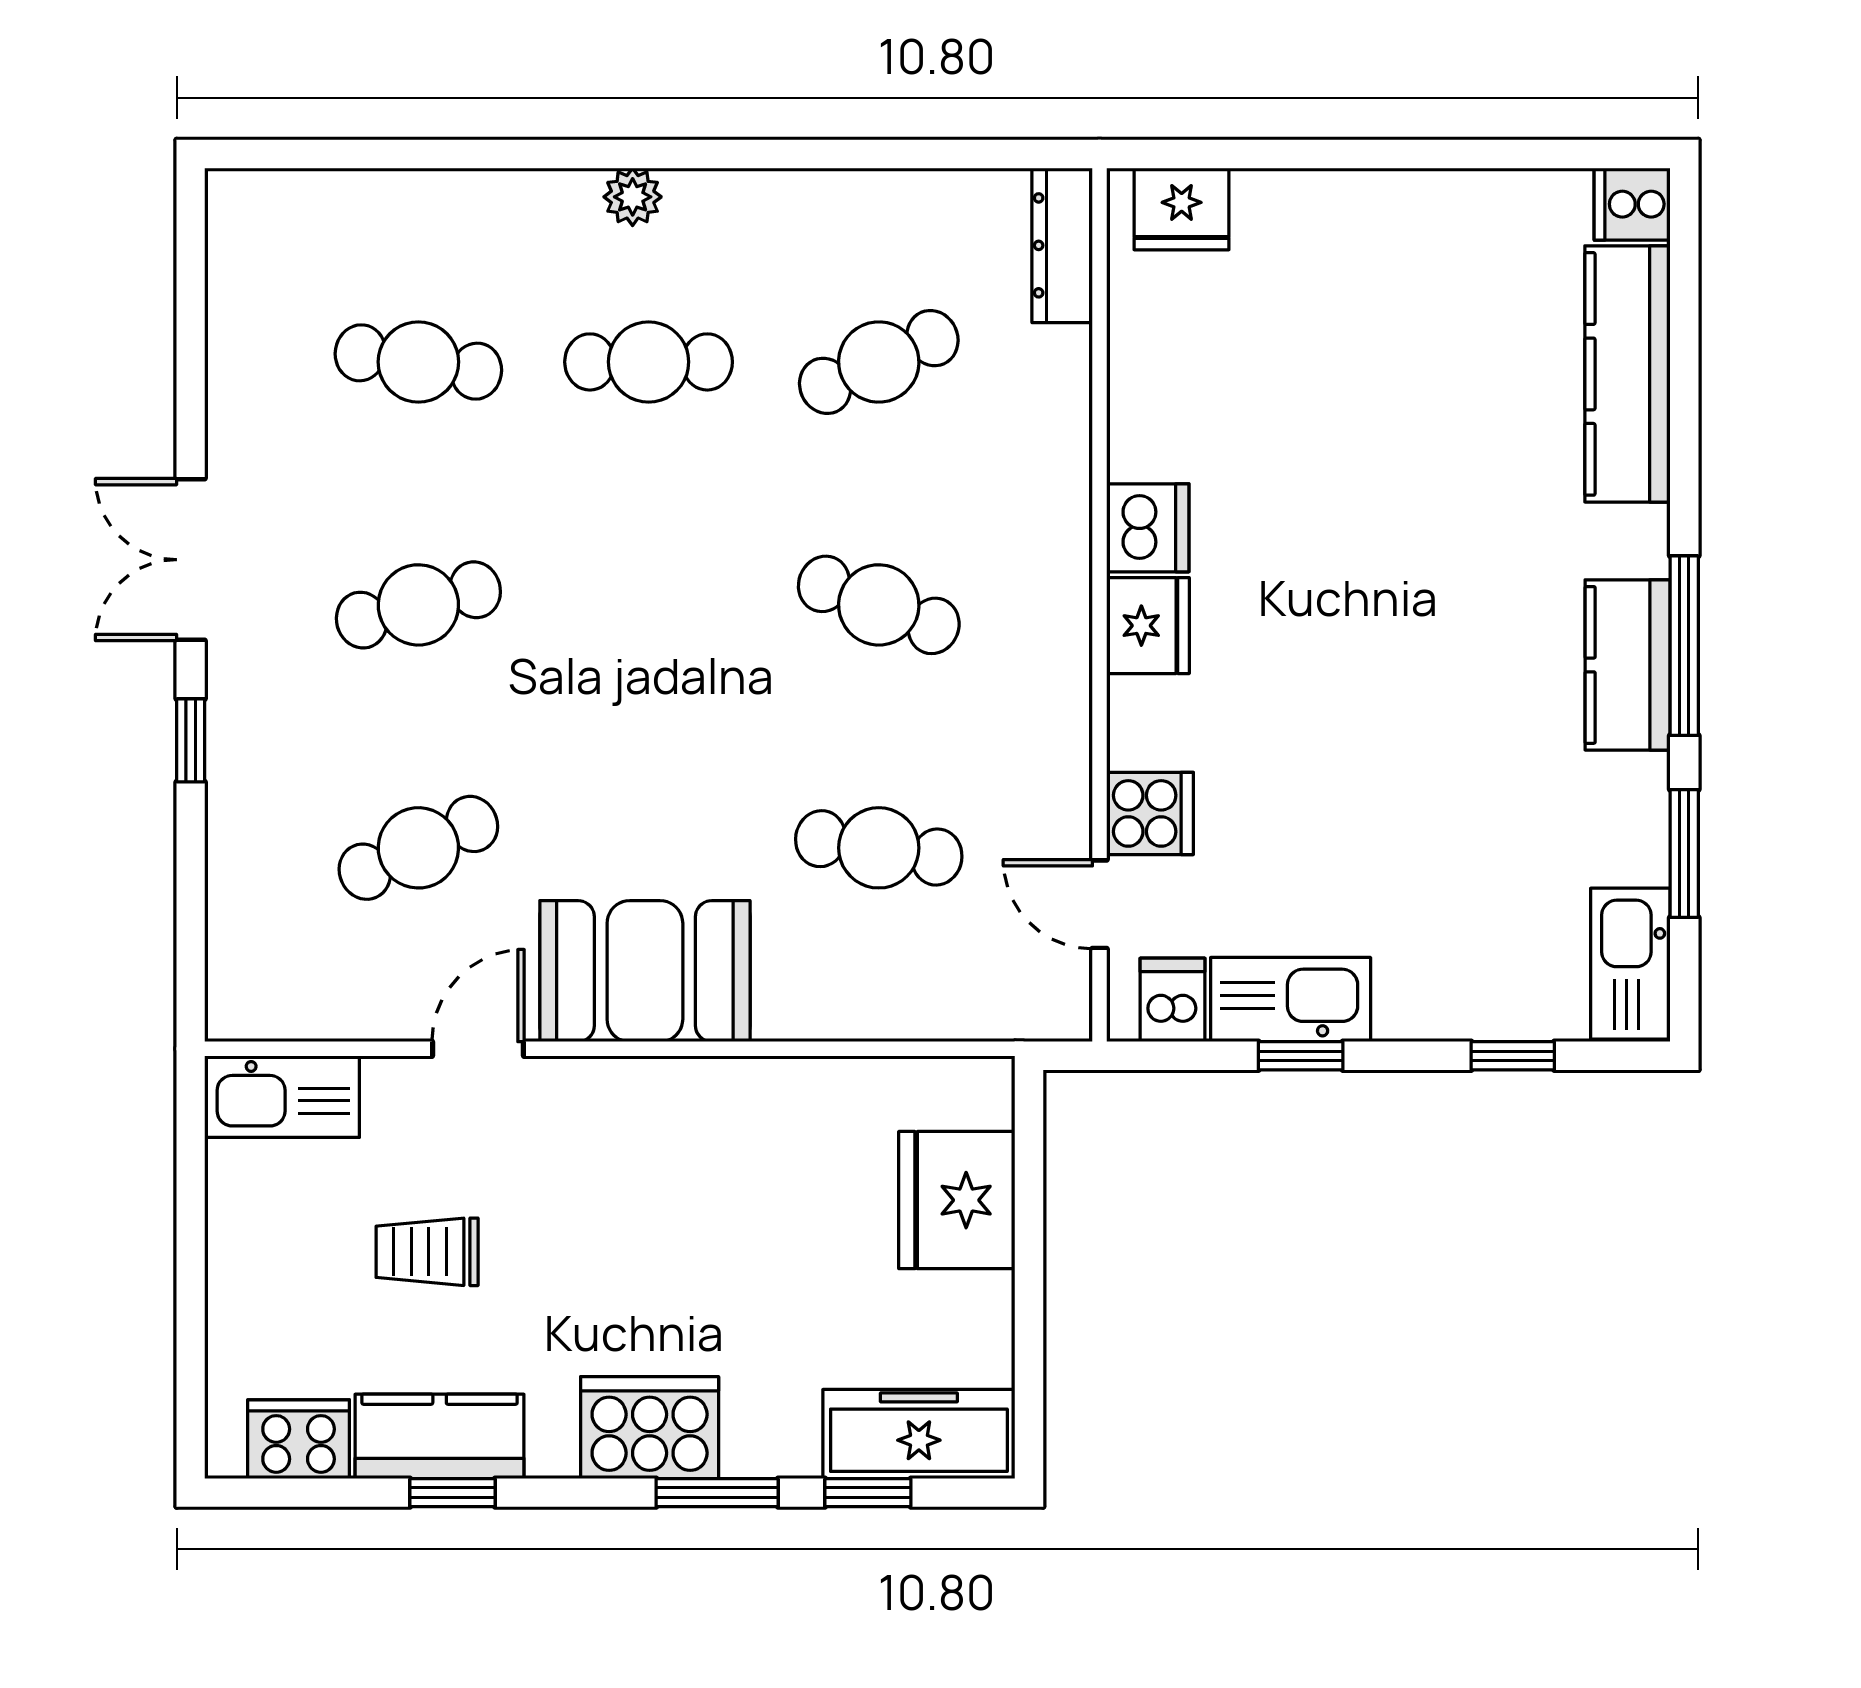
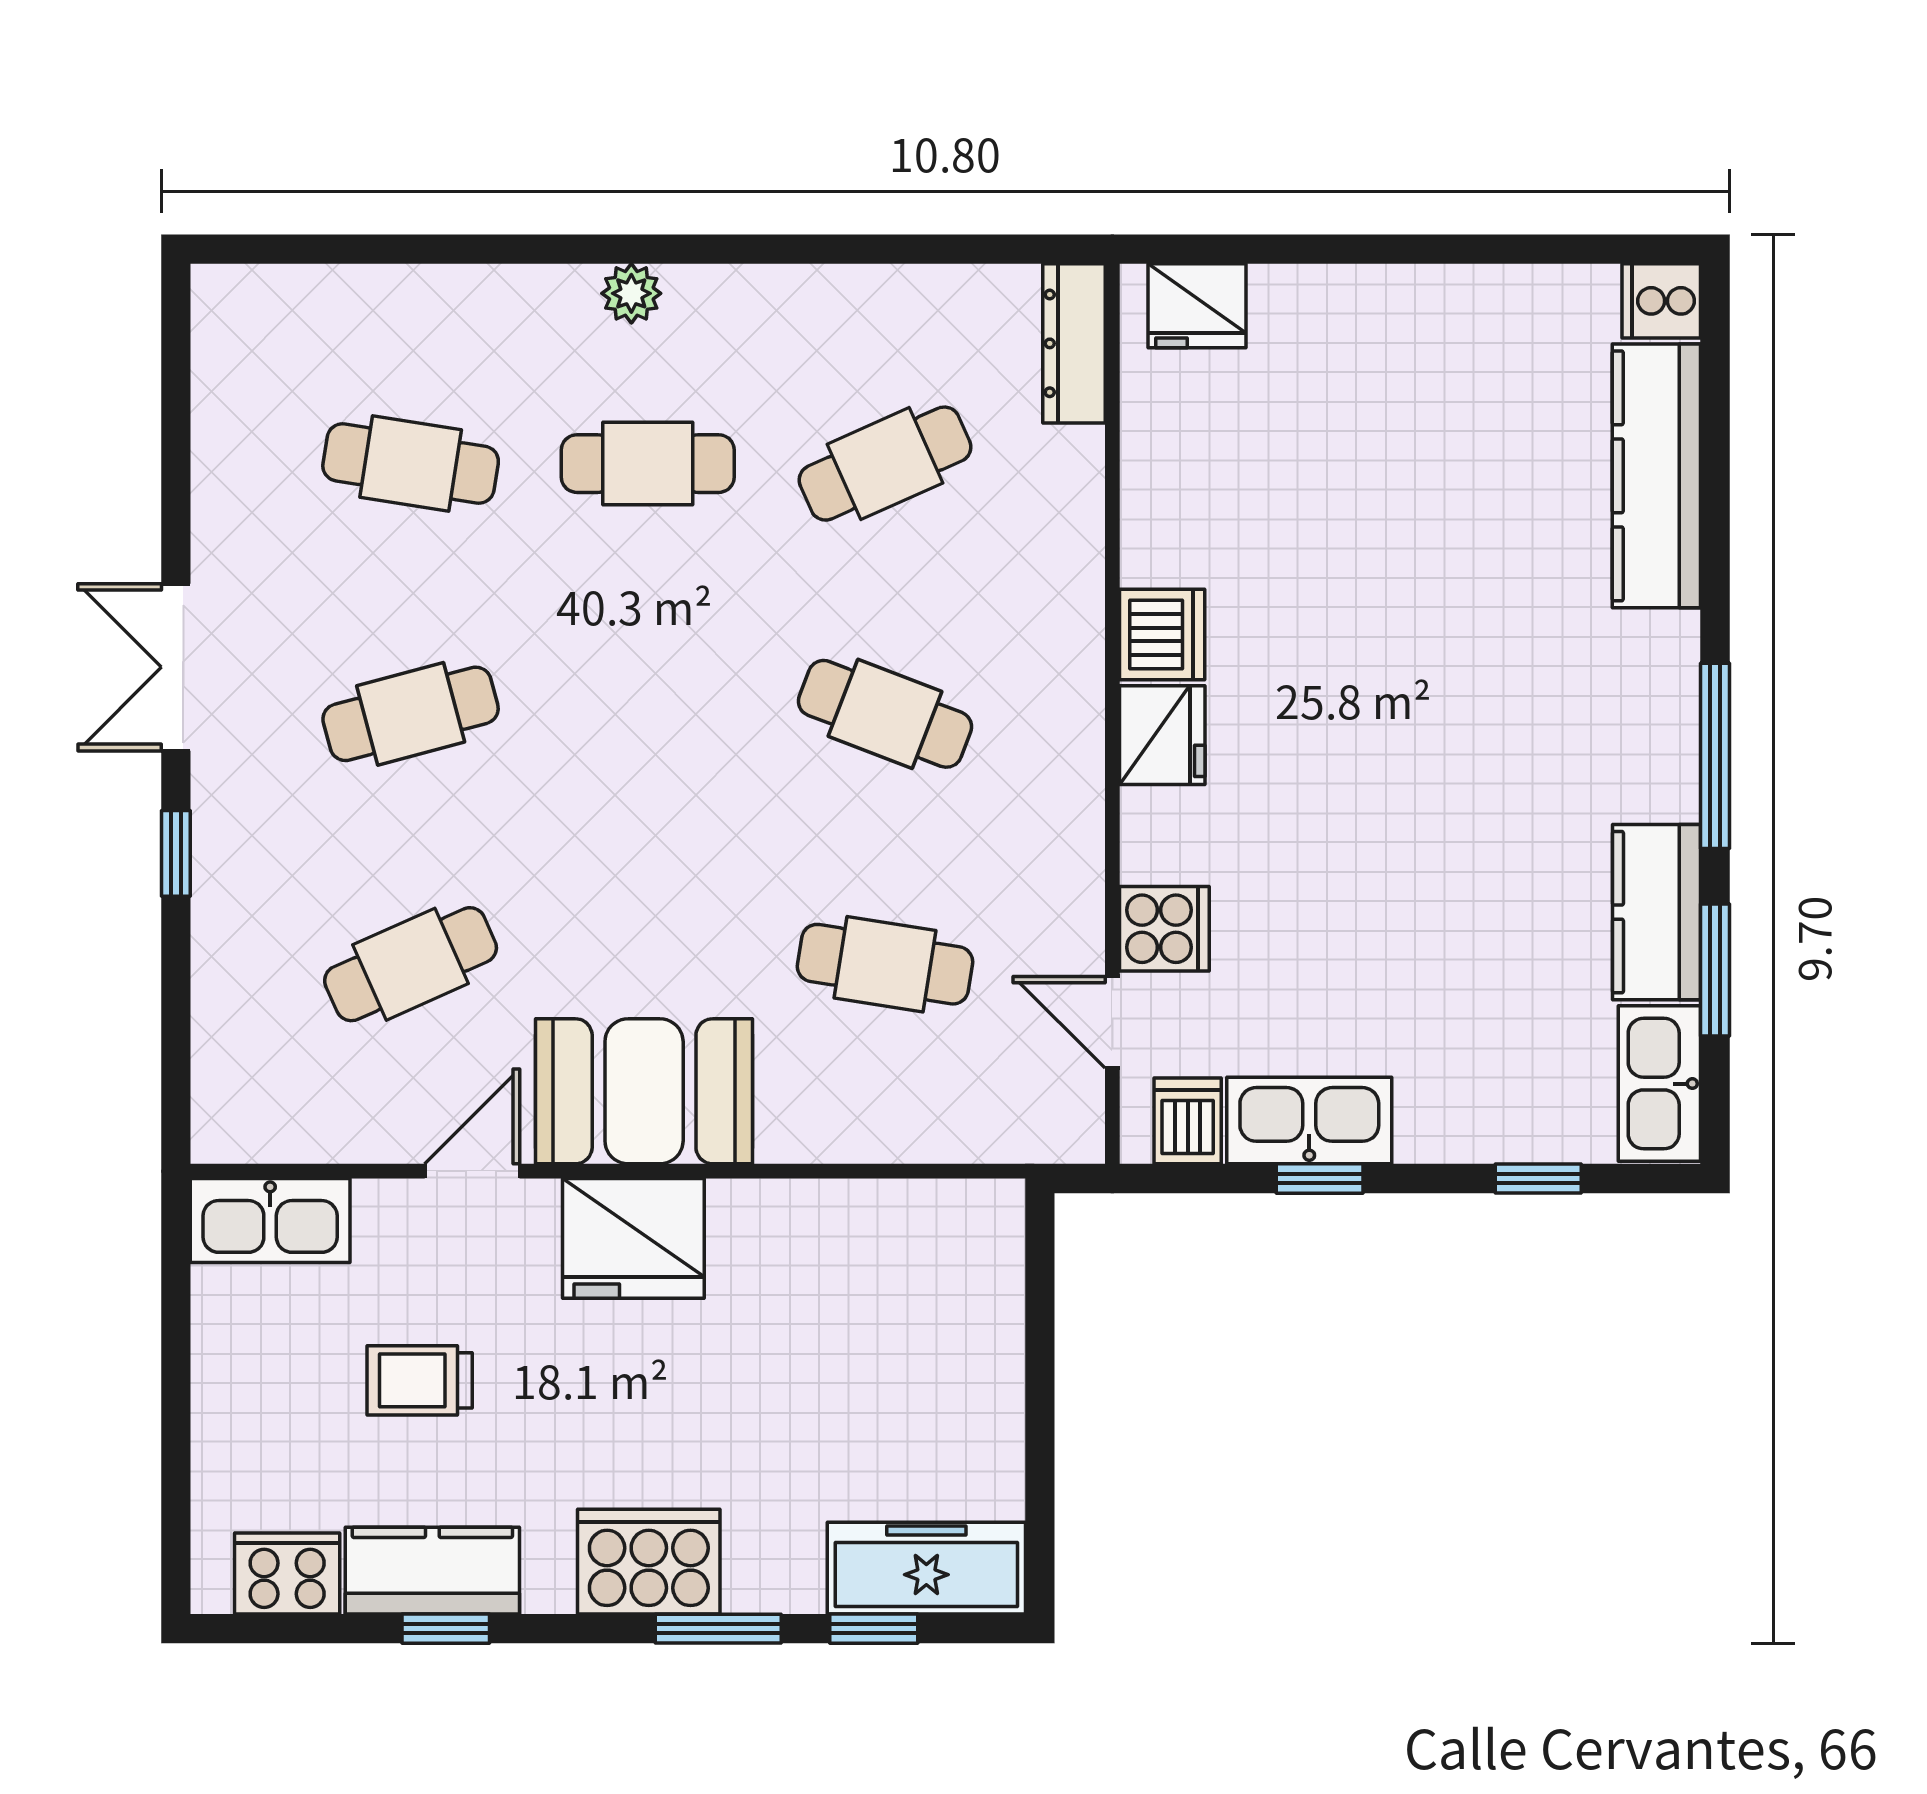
kitchen counter: (1628, 665) -> (1657, 912), moved
fridge: (957, 1200) -> (633, 1238), moved, turned -90

